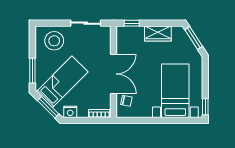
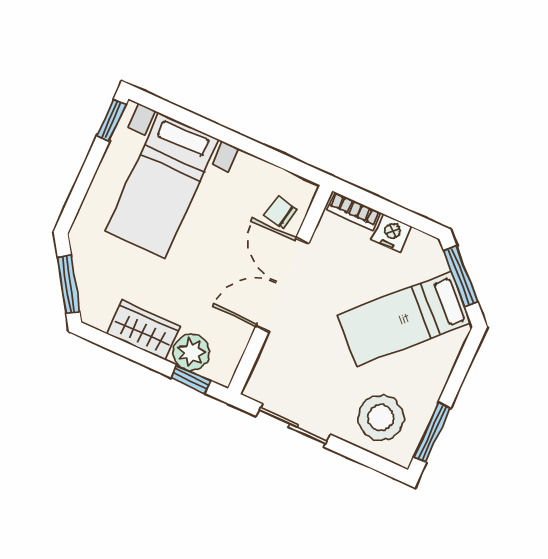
plant: (136, 33) -> (191, 352), added
window: (32, 71) -> (432, 433), moved
nightstand: (70, 112) -> (392, 233), moved

